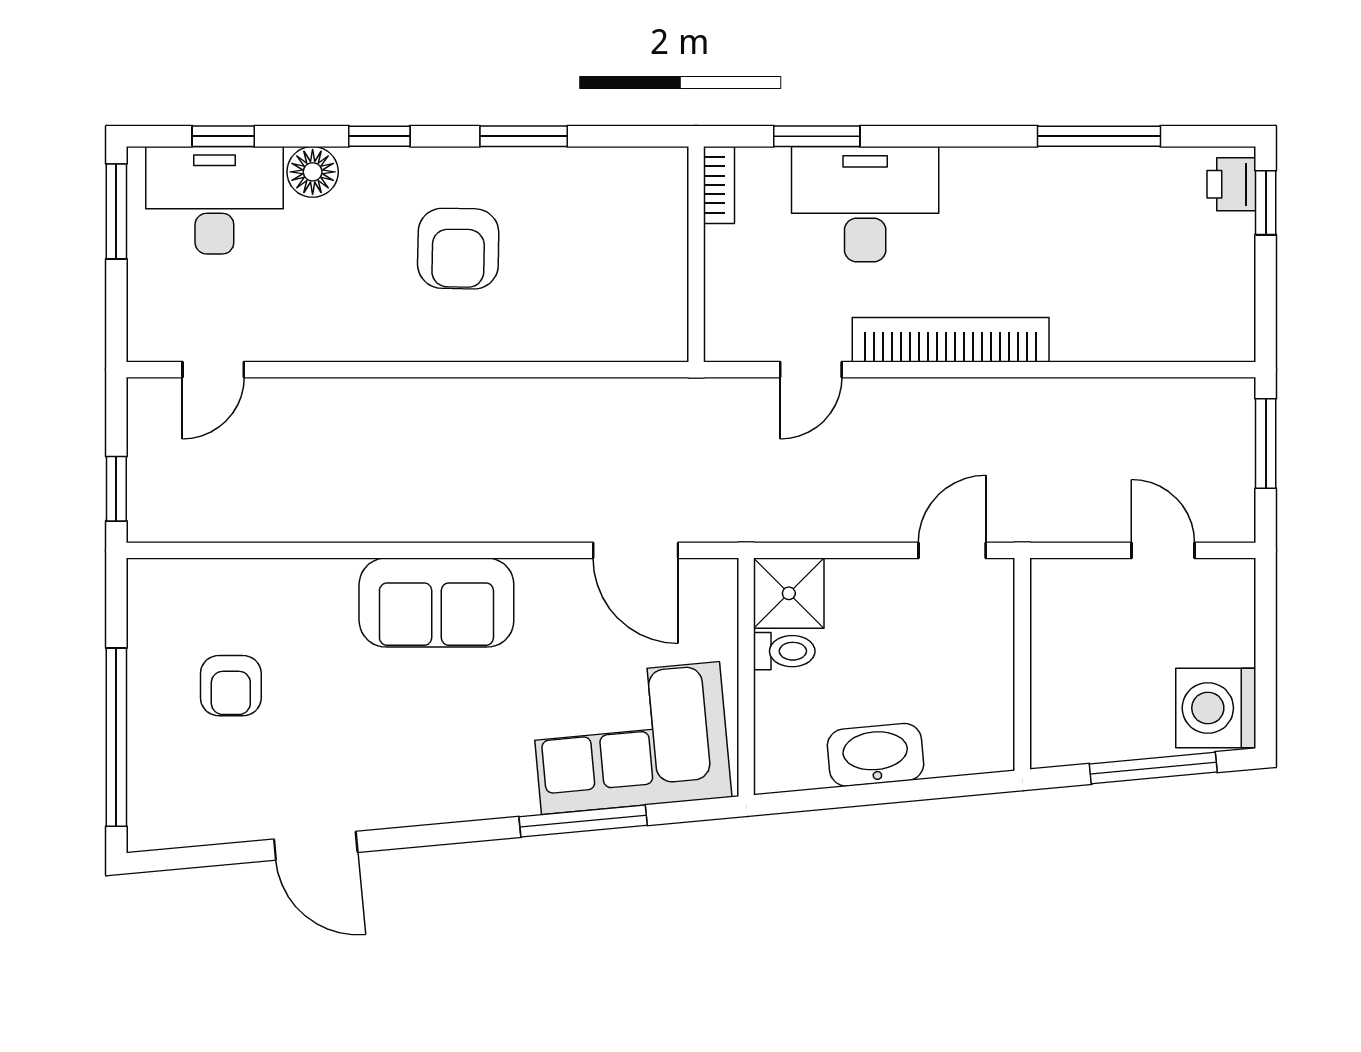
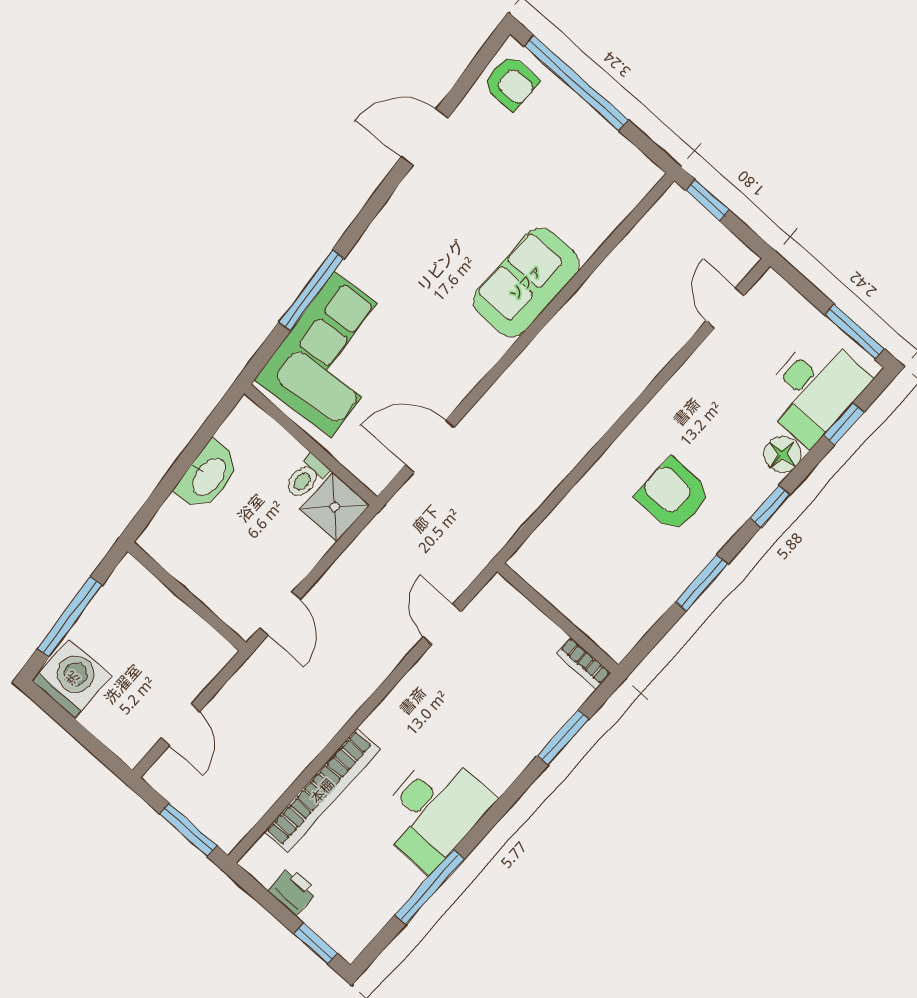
printer: (1231, 184) -> (293, 891), moved
desk: (865, 204) -> (433, 810), moved
bookcase: (951, 340) -> (322, 791), moved
door: (1163, 550) -> (180, 725), hinge flipped
sofa: (436, 603) -> (526, 282), moved
armchair: (231, 686) -> (511, 83), moved, turned 180

